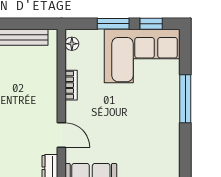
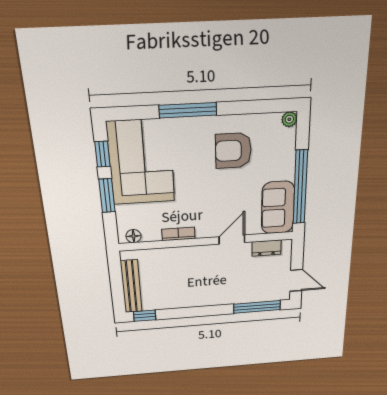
armchair: (148, 137) -> (233, 151), added

